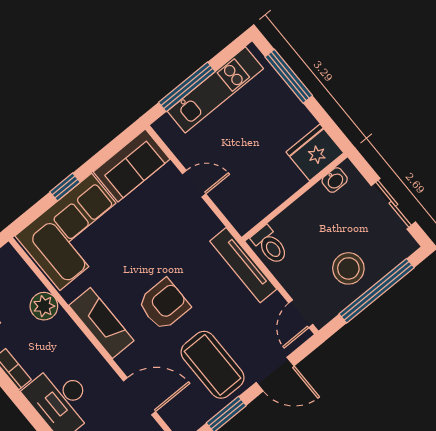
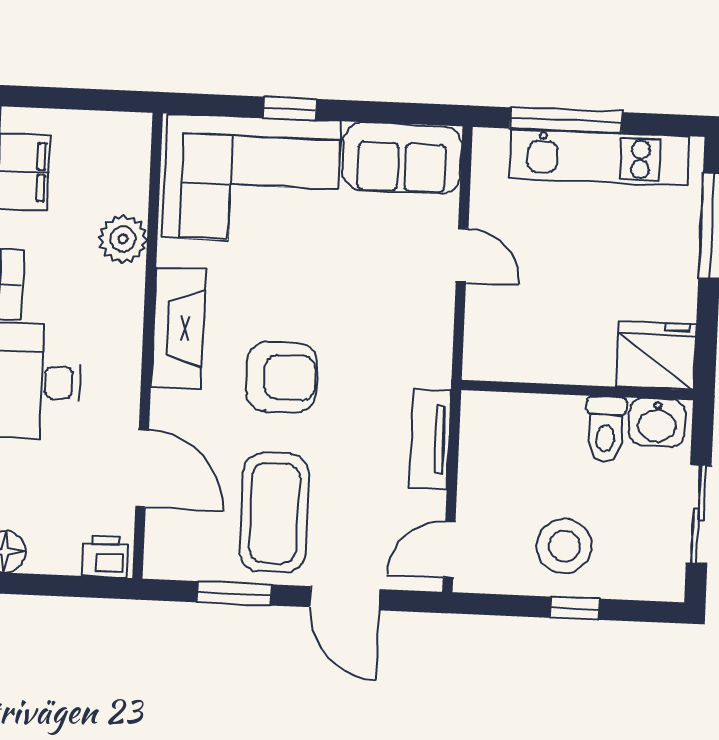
washbasin: (335, 180) -> (657, 422), width x1.38, depth x1.45
toilet: (270, 245) -> (606, 429), moved
tv unit: (243, 265) -> (430, 439), width x0.71
window: (377, 291) -> (575, 608), width x0.32

